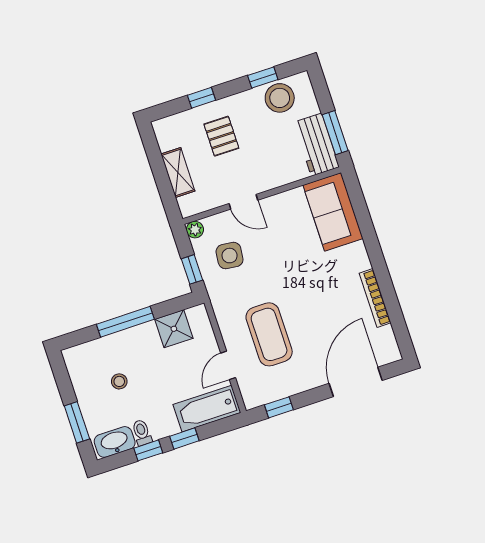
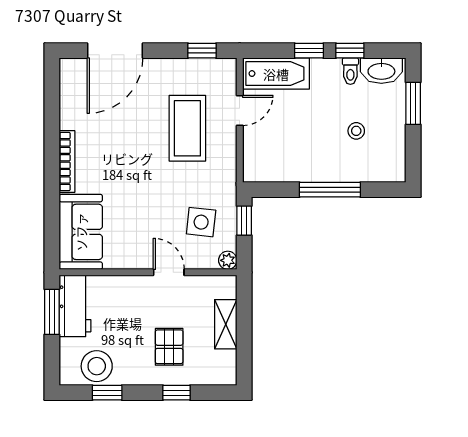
bookcase: (375, 298) -> (67, 161), moved
shower: (174, 329) -> (283, 166), removed

